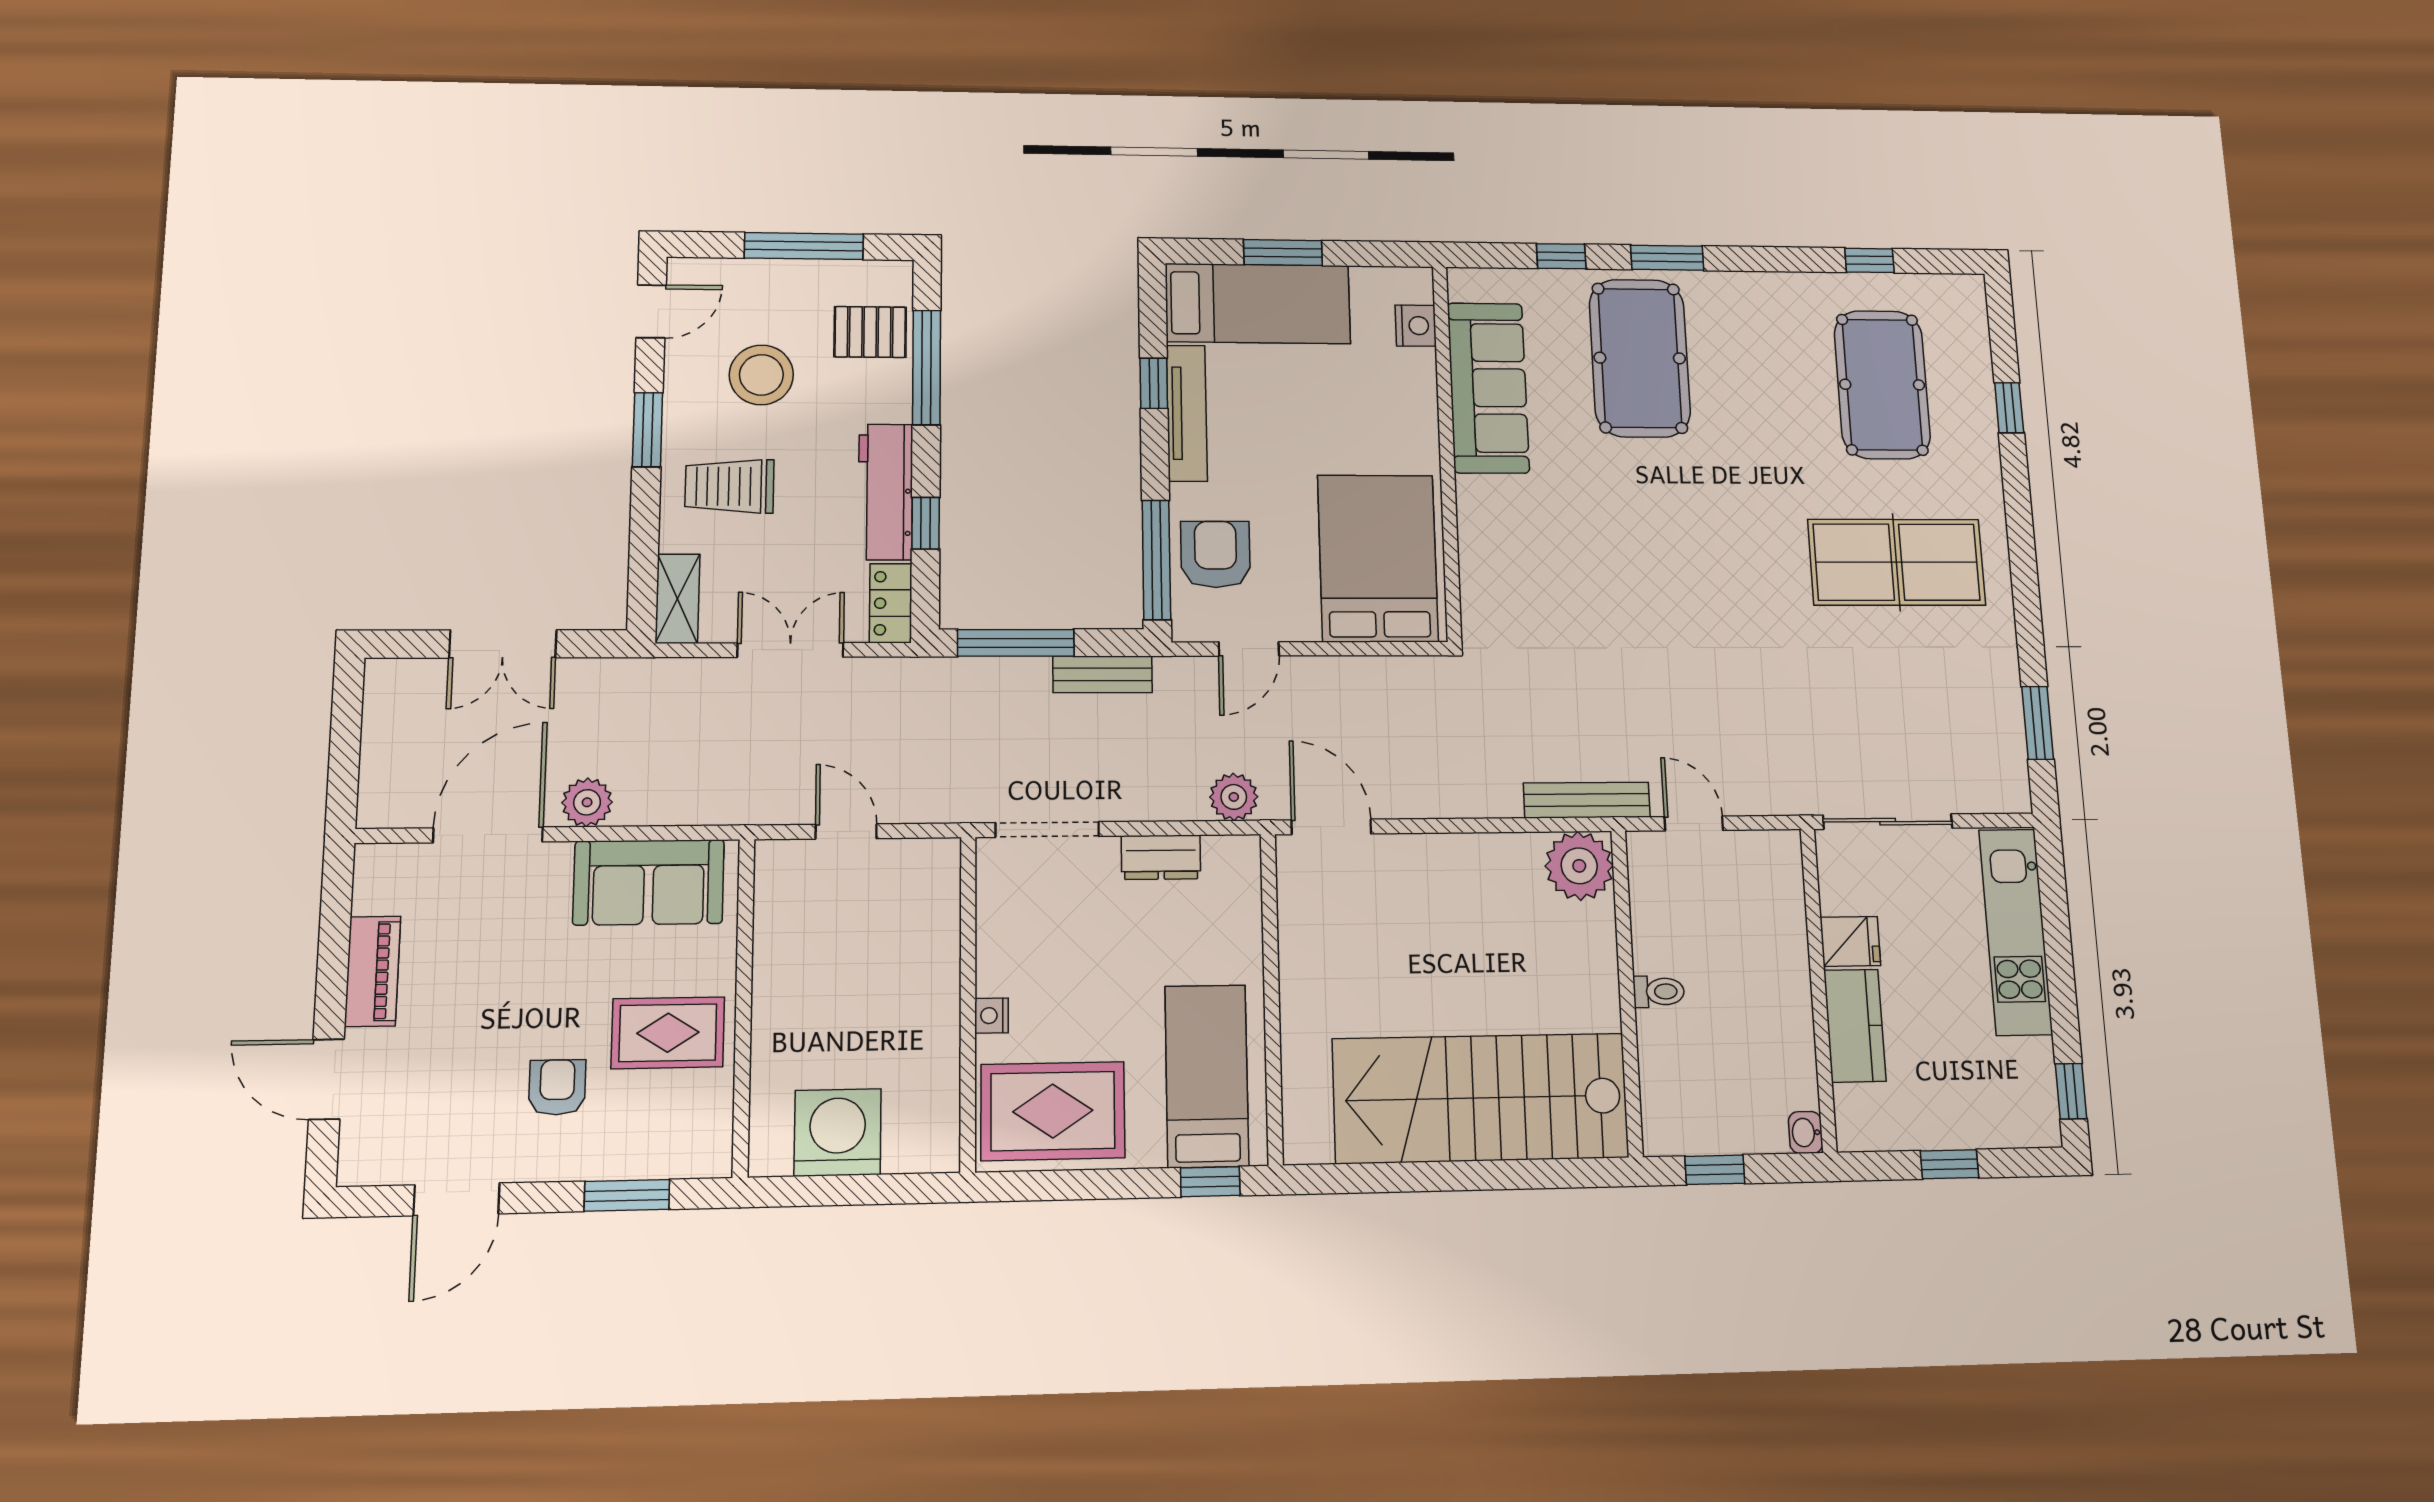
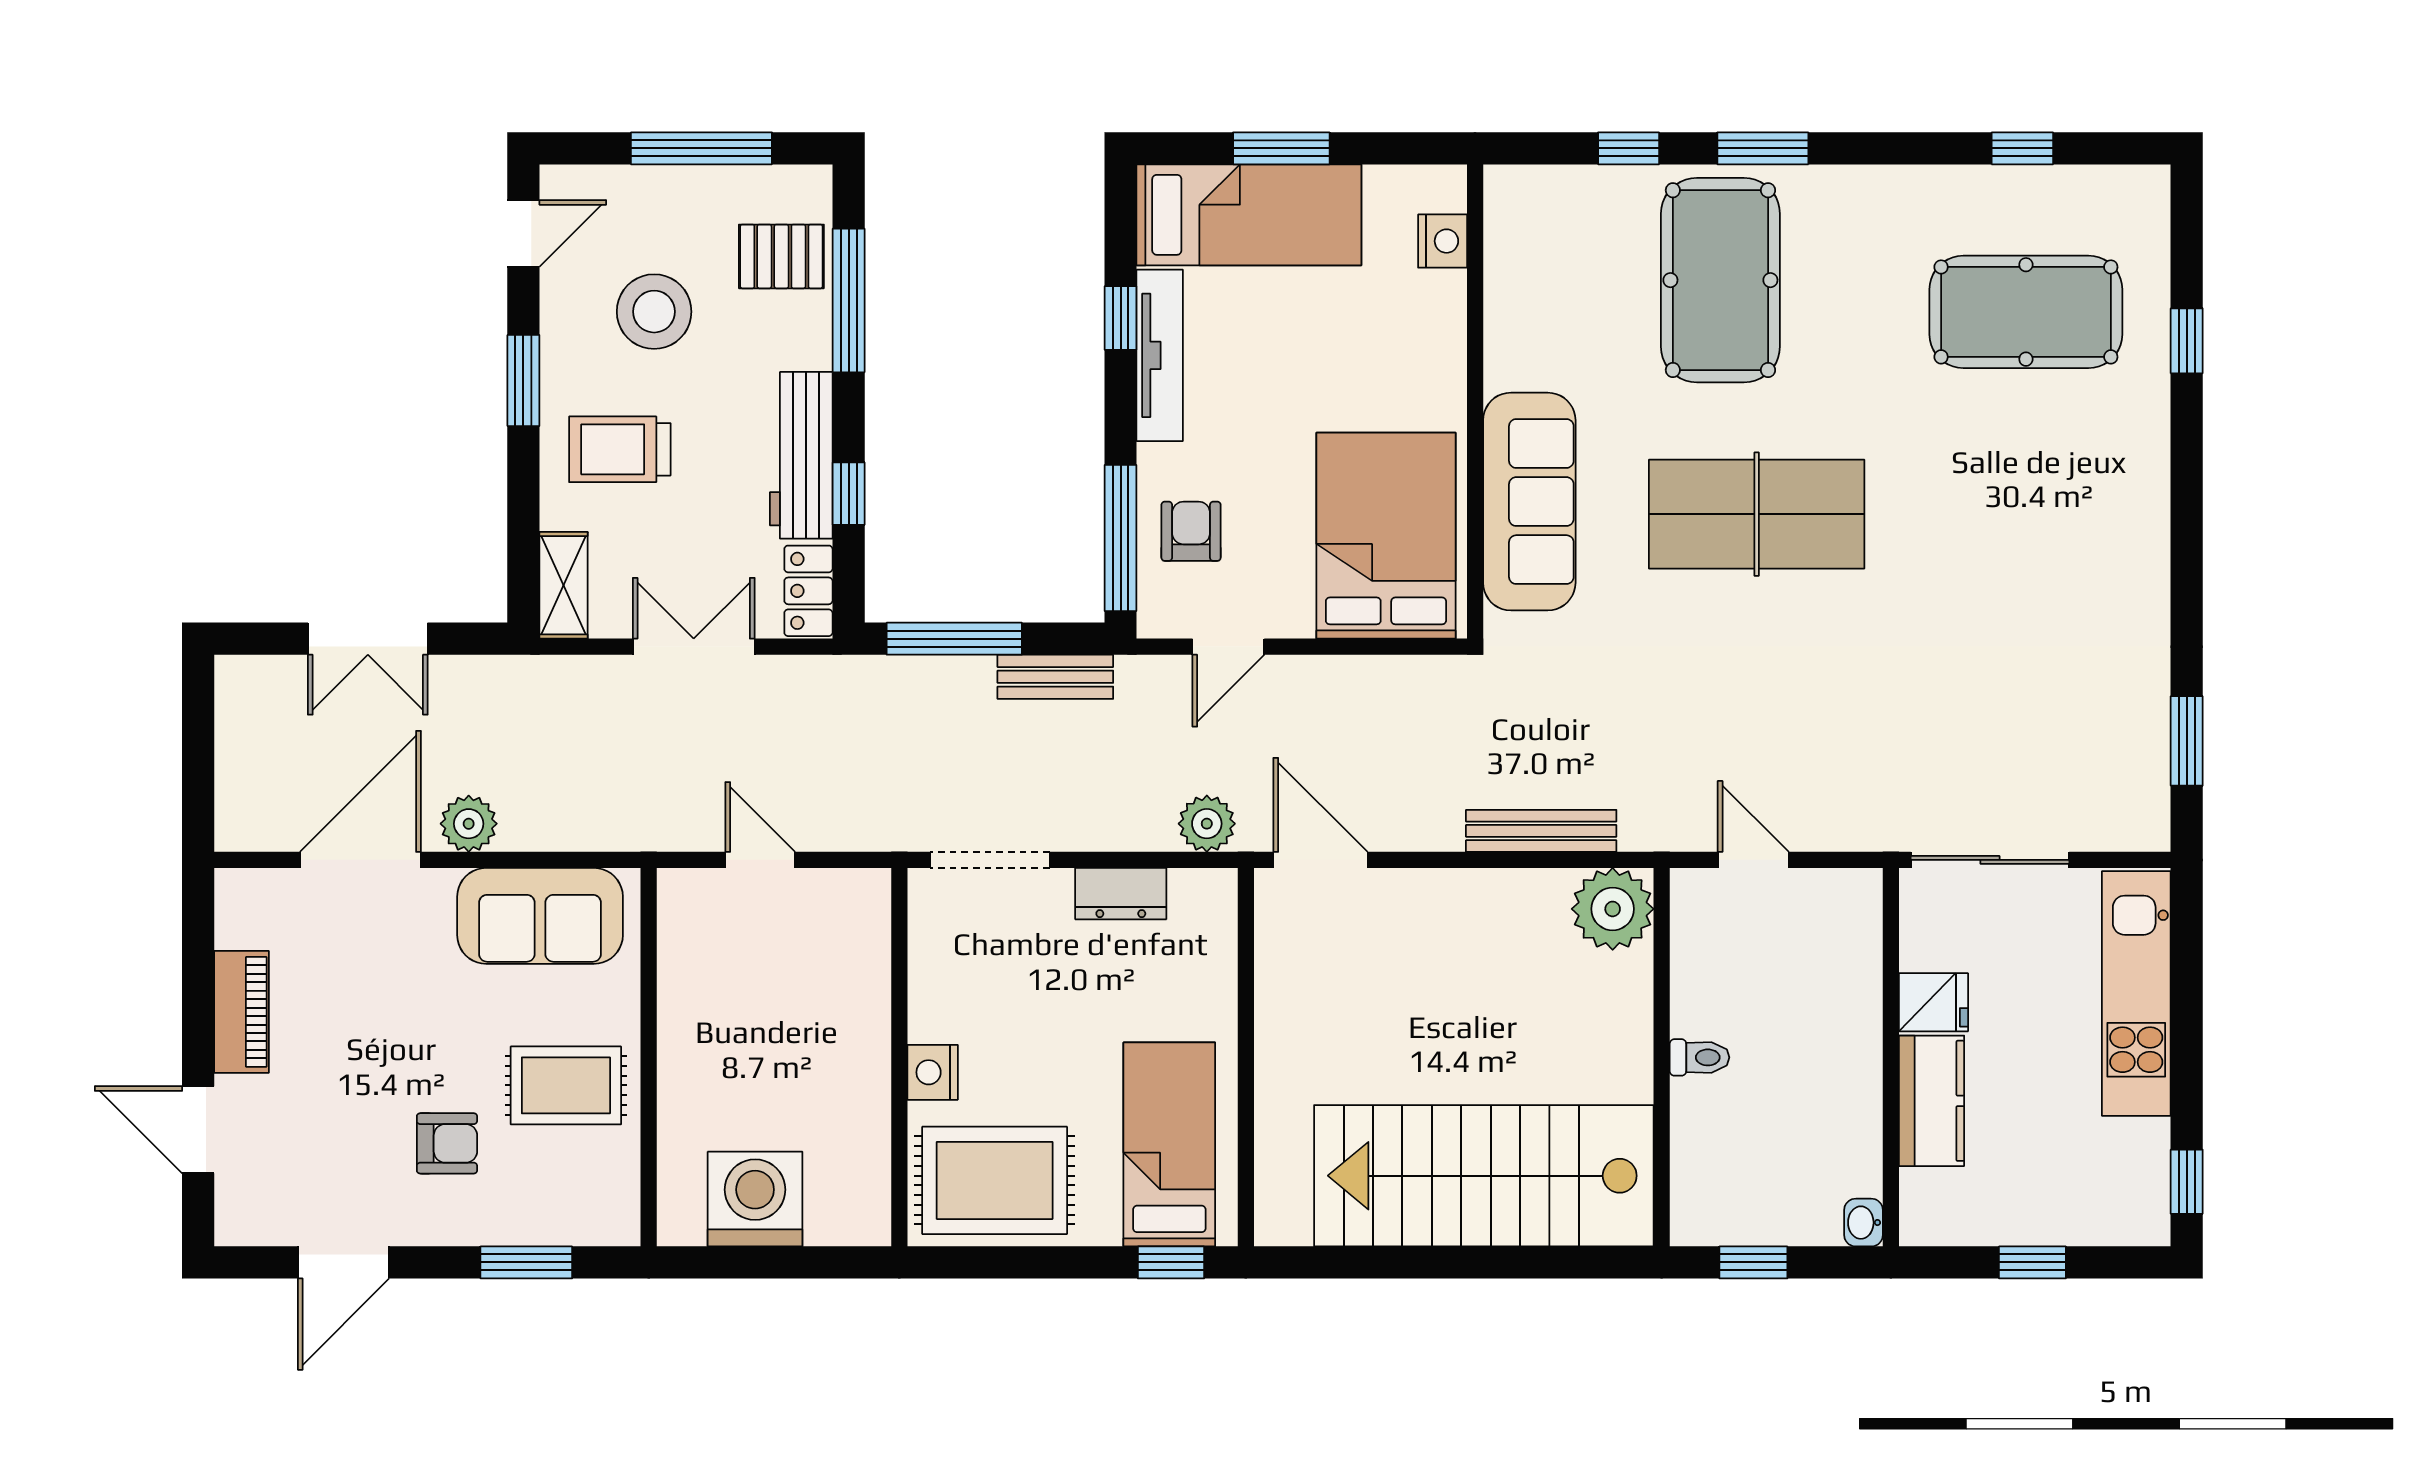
pool table: (1882, 385) -> (2026, 312), turned 90
sofa: (1488, 388) -> (1529, 502), moved
armchair: (1216, 554) -> (1191, 531), width x0.72, depth x0.72
table tennis table: (1897, 562) -> (1757, 514), moved
bench: (1587, 800) -> (1541, 831), moved
nightstand: (992, 1016) -> (933, 1072), width x1.39, depth x1.35
armchair: (557, 1087) -> (447, 1143), turned 90

